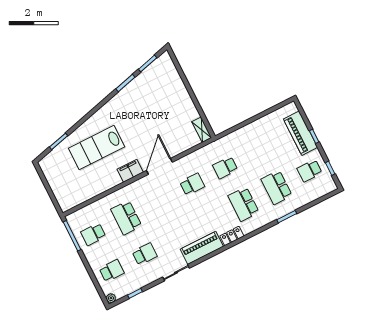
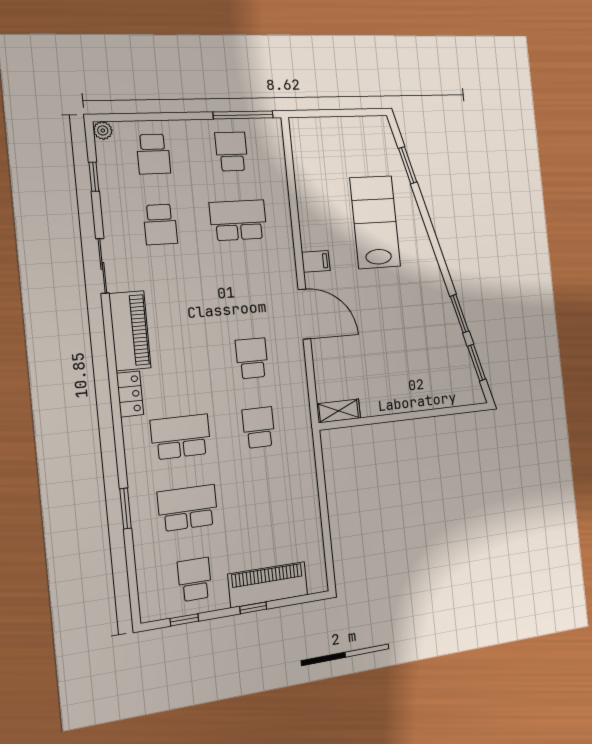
filing cabinet: (130, 171) -> (316, 261), width x0.50
school desk: (192, 184) -> (252, 358), turned 180

